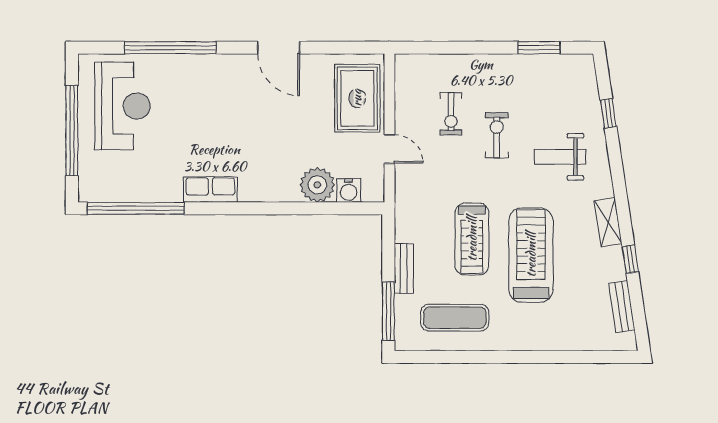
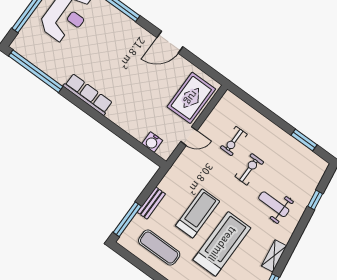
door: (279, 48) -> (170, 42), hinge flipped
door: (390, 149) -> (189, 136), hinge flipped
plant: (317, 185) -> (138, 127), removed
row of seats: (210, 189) -> (88, 94), width x1.48
treadmill: (472, 239) -> (198, 213), turned 180

